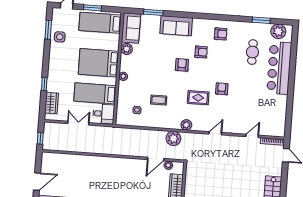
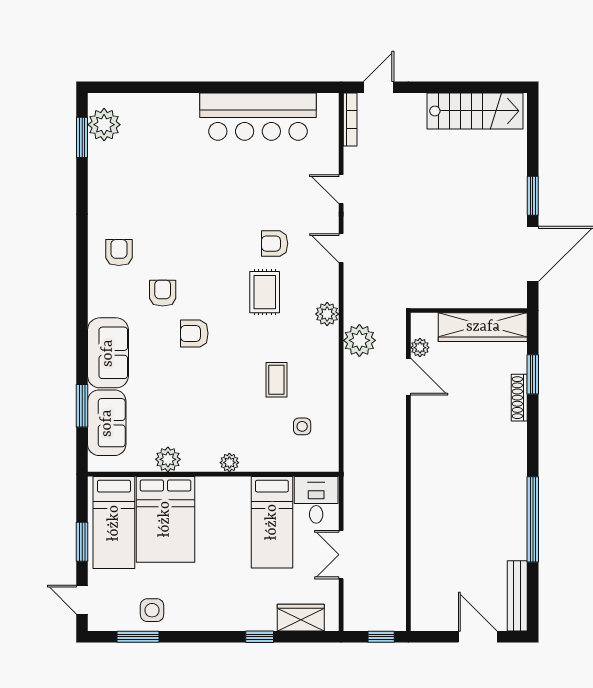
window: (261, 20) -> (82, 137), moved
sofa: (131, 28) -> (107, 423), moved, turned 90
cafe table: (252, 52) -> (154, 179), removed
bed: (99, 63) -> (165, 519), moved
bar counter: (279, 68) -> (258, 117), moved
armchair: (222, 89) -> (275, 244), moved
door: (252, 136) -> (341, 189), moved

